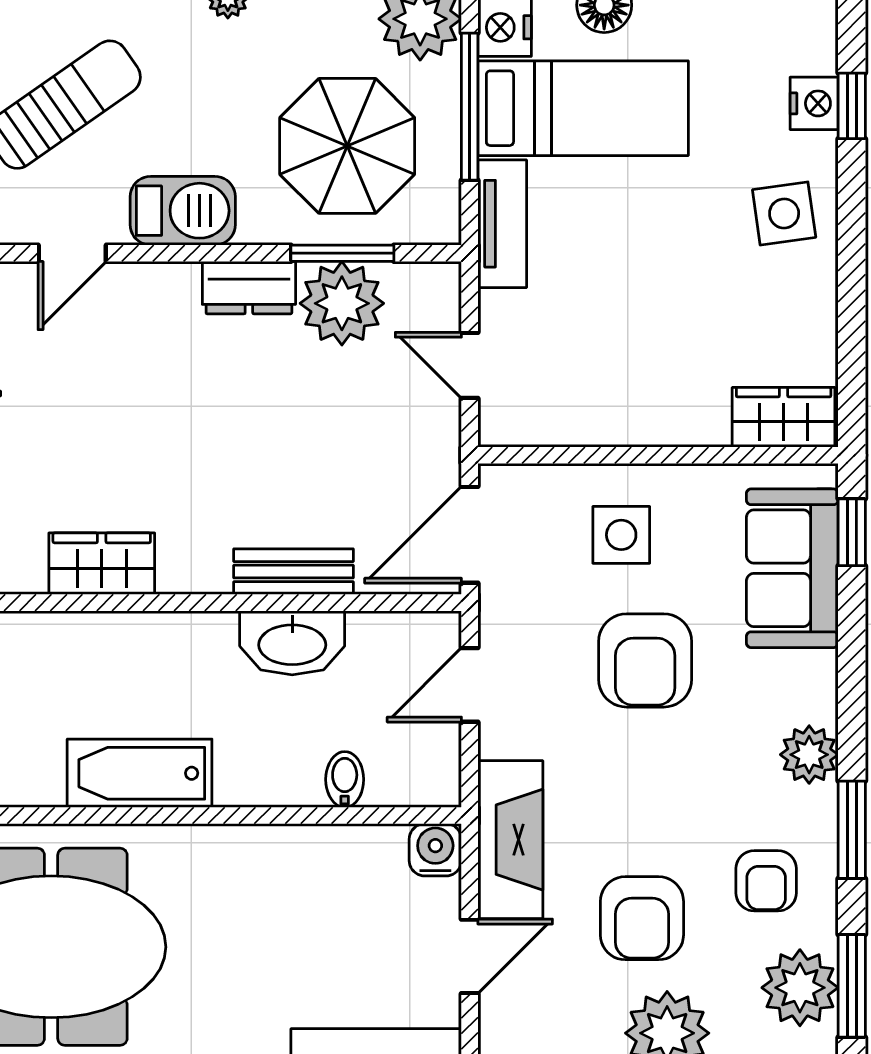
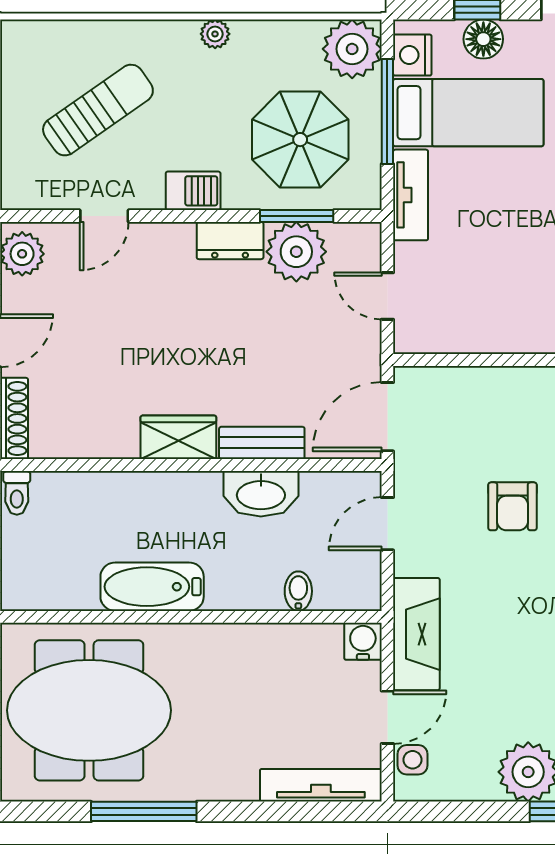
barbecue: (183, 211) -> (193, 191), width x0.73, depth x0.79
side table: (621, 535) -> (413, 760), moved, width x0.73, depth x0.73
wardrobe: (102, 564) -> (178, 437), moved
armchair: (645, 660) -> (512, 506), width x0.72, depth x0.72
armchair: (642, 918) -> (510, 690), removed

